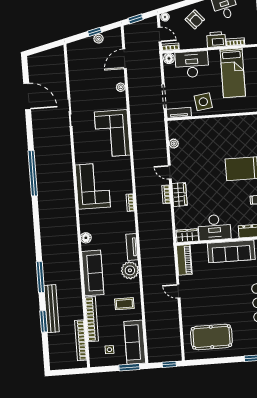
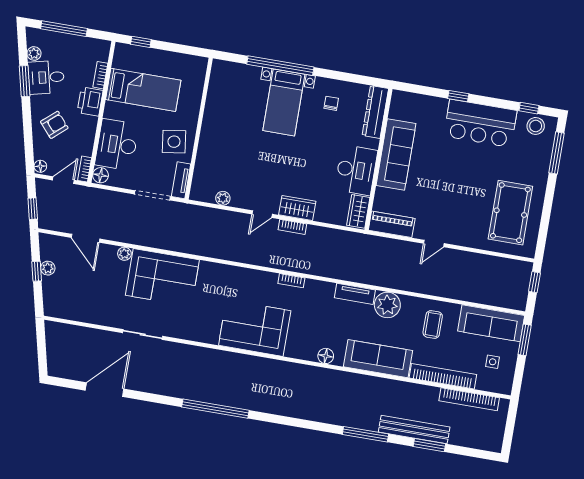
corner sofa: (112, 133) -> (162, 278), moved

